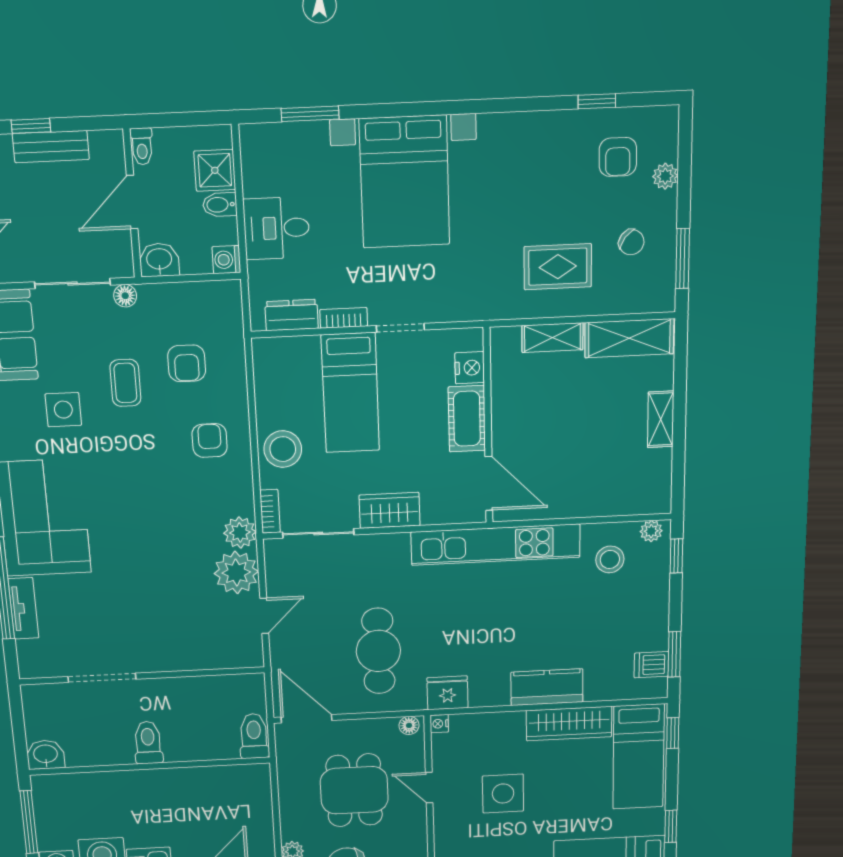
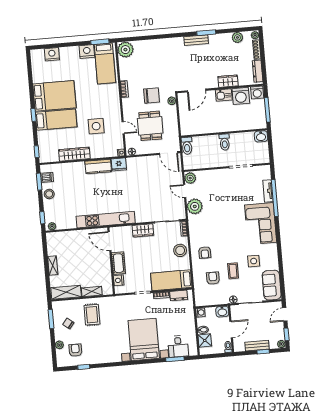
desk: (277, 228) -> (178, 346), moved, turned 90
rug: (558, 267) -> (92, 315), turned 90
bed: (350, 393) -> (171, 280), moved, turned -90
plant: (240, 532) -> (190, 178), moved
stool: (610, 559) -> (49, 194), moved
door: (264, 616) -> (185, 191), hinge flipped
cafe table: (378, 651) -> (144, 179), removed
kitchen counter: (547, 687) -> (98, 166), moved
bed: (638, 757) -> (56, 120), moved, turned 90

